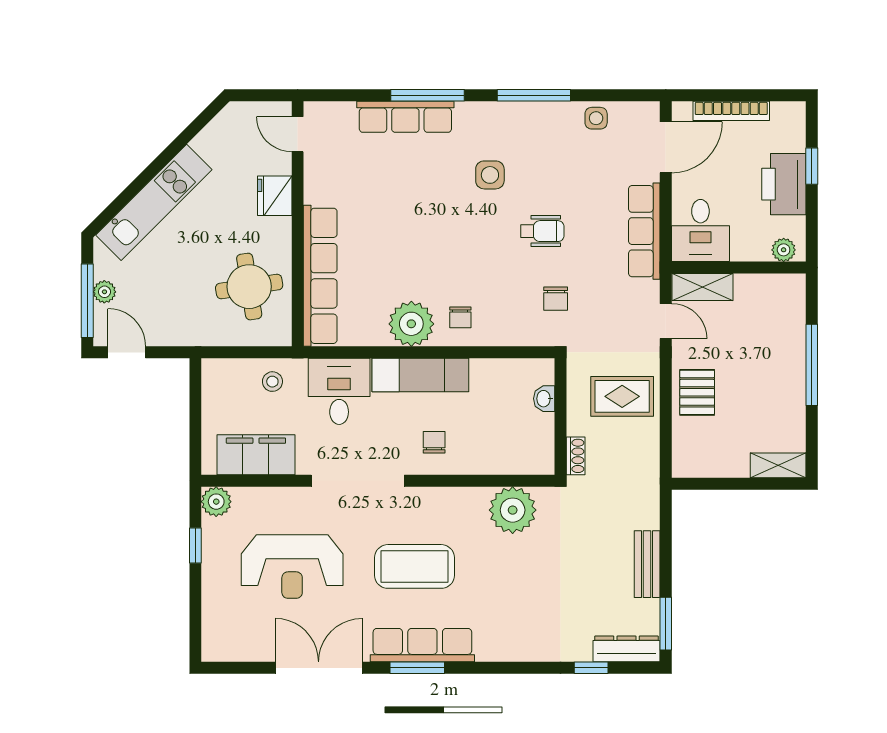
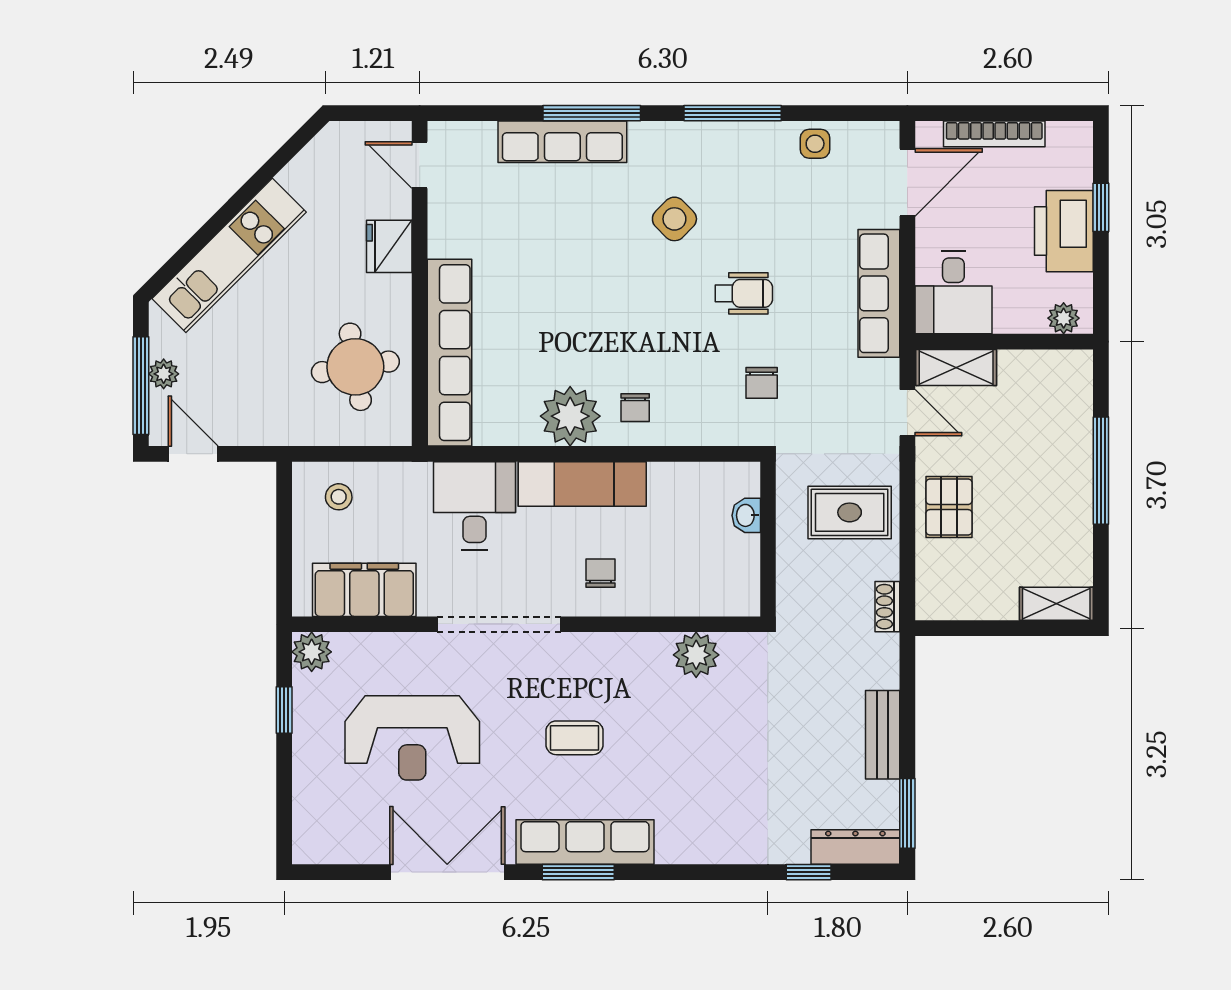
side table: (490, 175) -> (674, 219), turned 45
stool: (272, 382) -> (339, 497), moved
shoe rack: (576, 456) -> (887, 607), moved, turned 180
plant: (513, 510) -> (696, 655), width x0.73, depth x0.73
coffee table: (415, 566) -> (574, 738), width x0.54, depth x0.58

